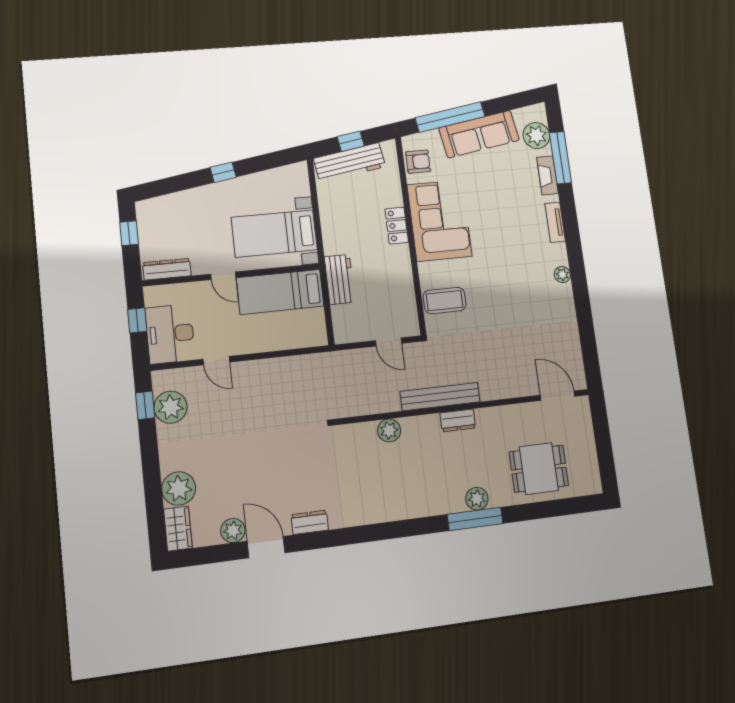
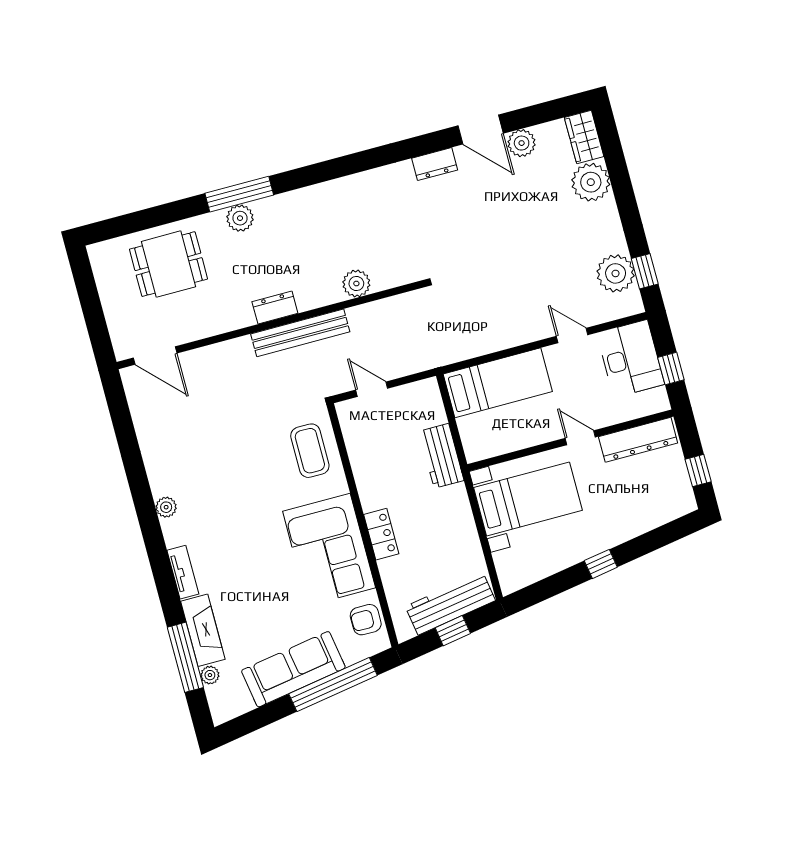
plant: (536, 135) -> (210, 675), width x0.53, depth x0.53
fireplace: (547, 175) -> (203, 630), width x1.37, depth x1.32
dresser: (167, 269) -> (638, 440), width x1.37, depth x1.24
bed: (280, 292) -> (498, 383), moved
coffee table: (445, 301) -> (310, 451), turned 90

